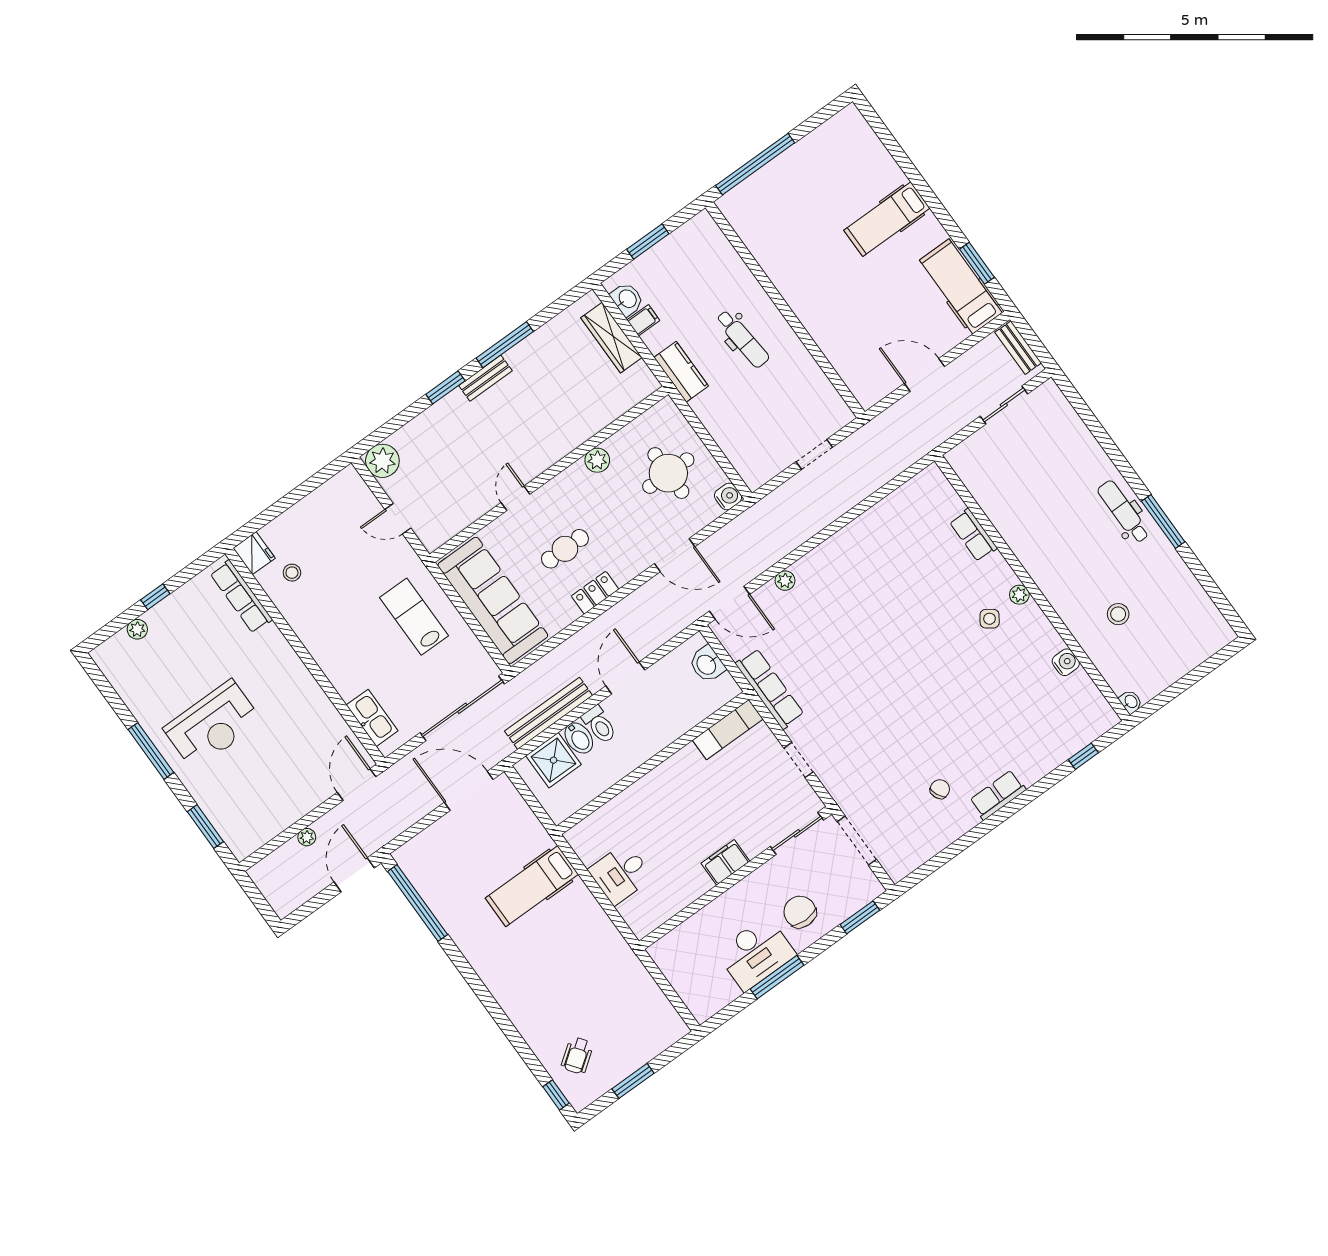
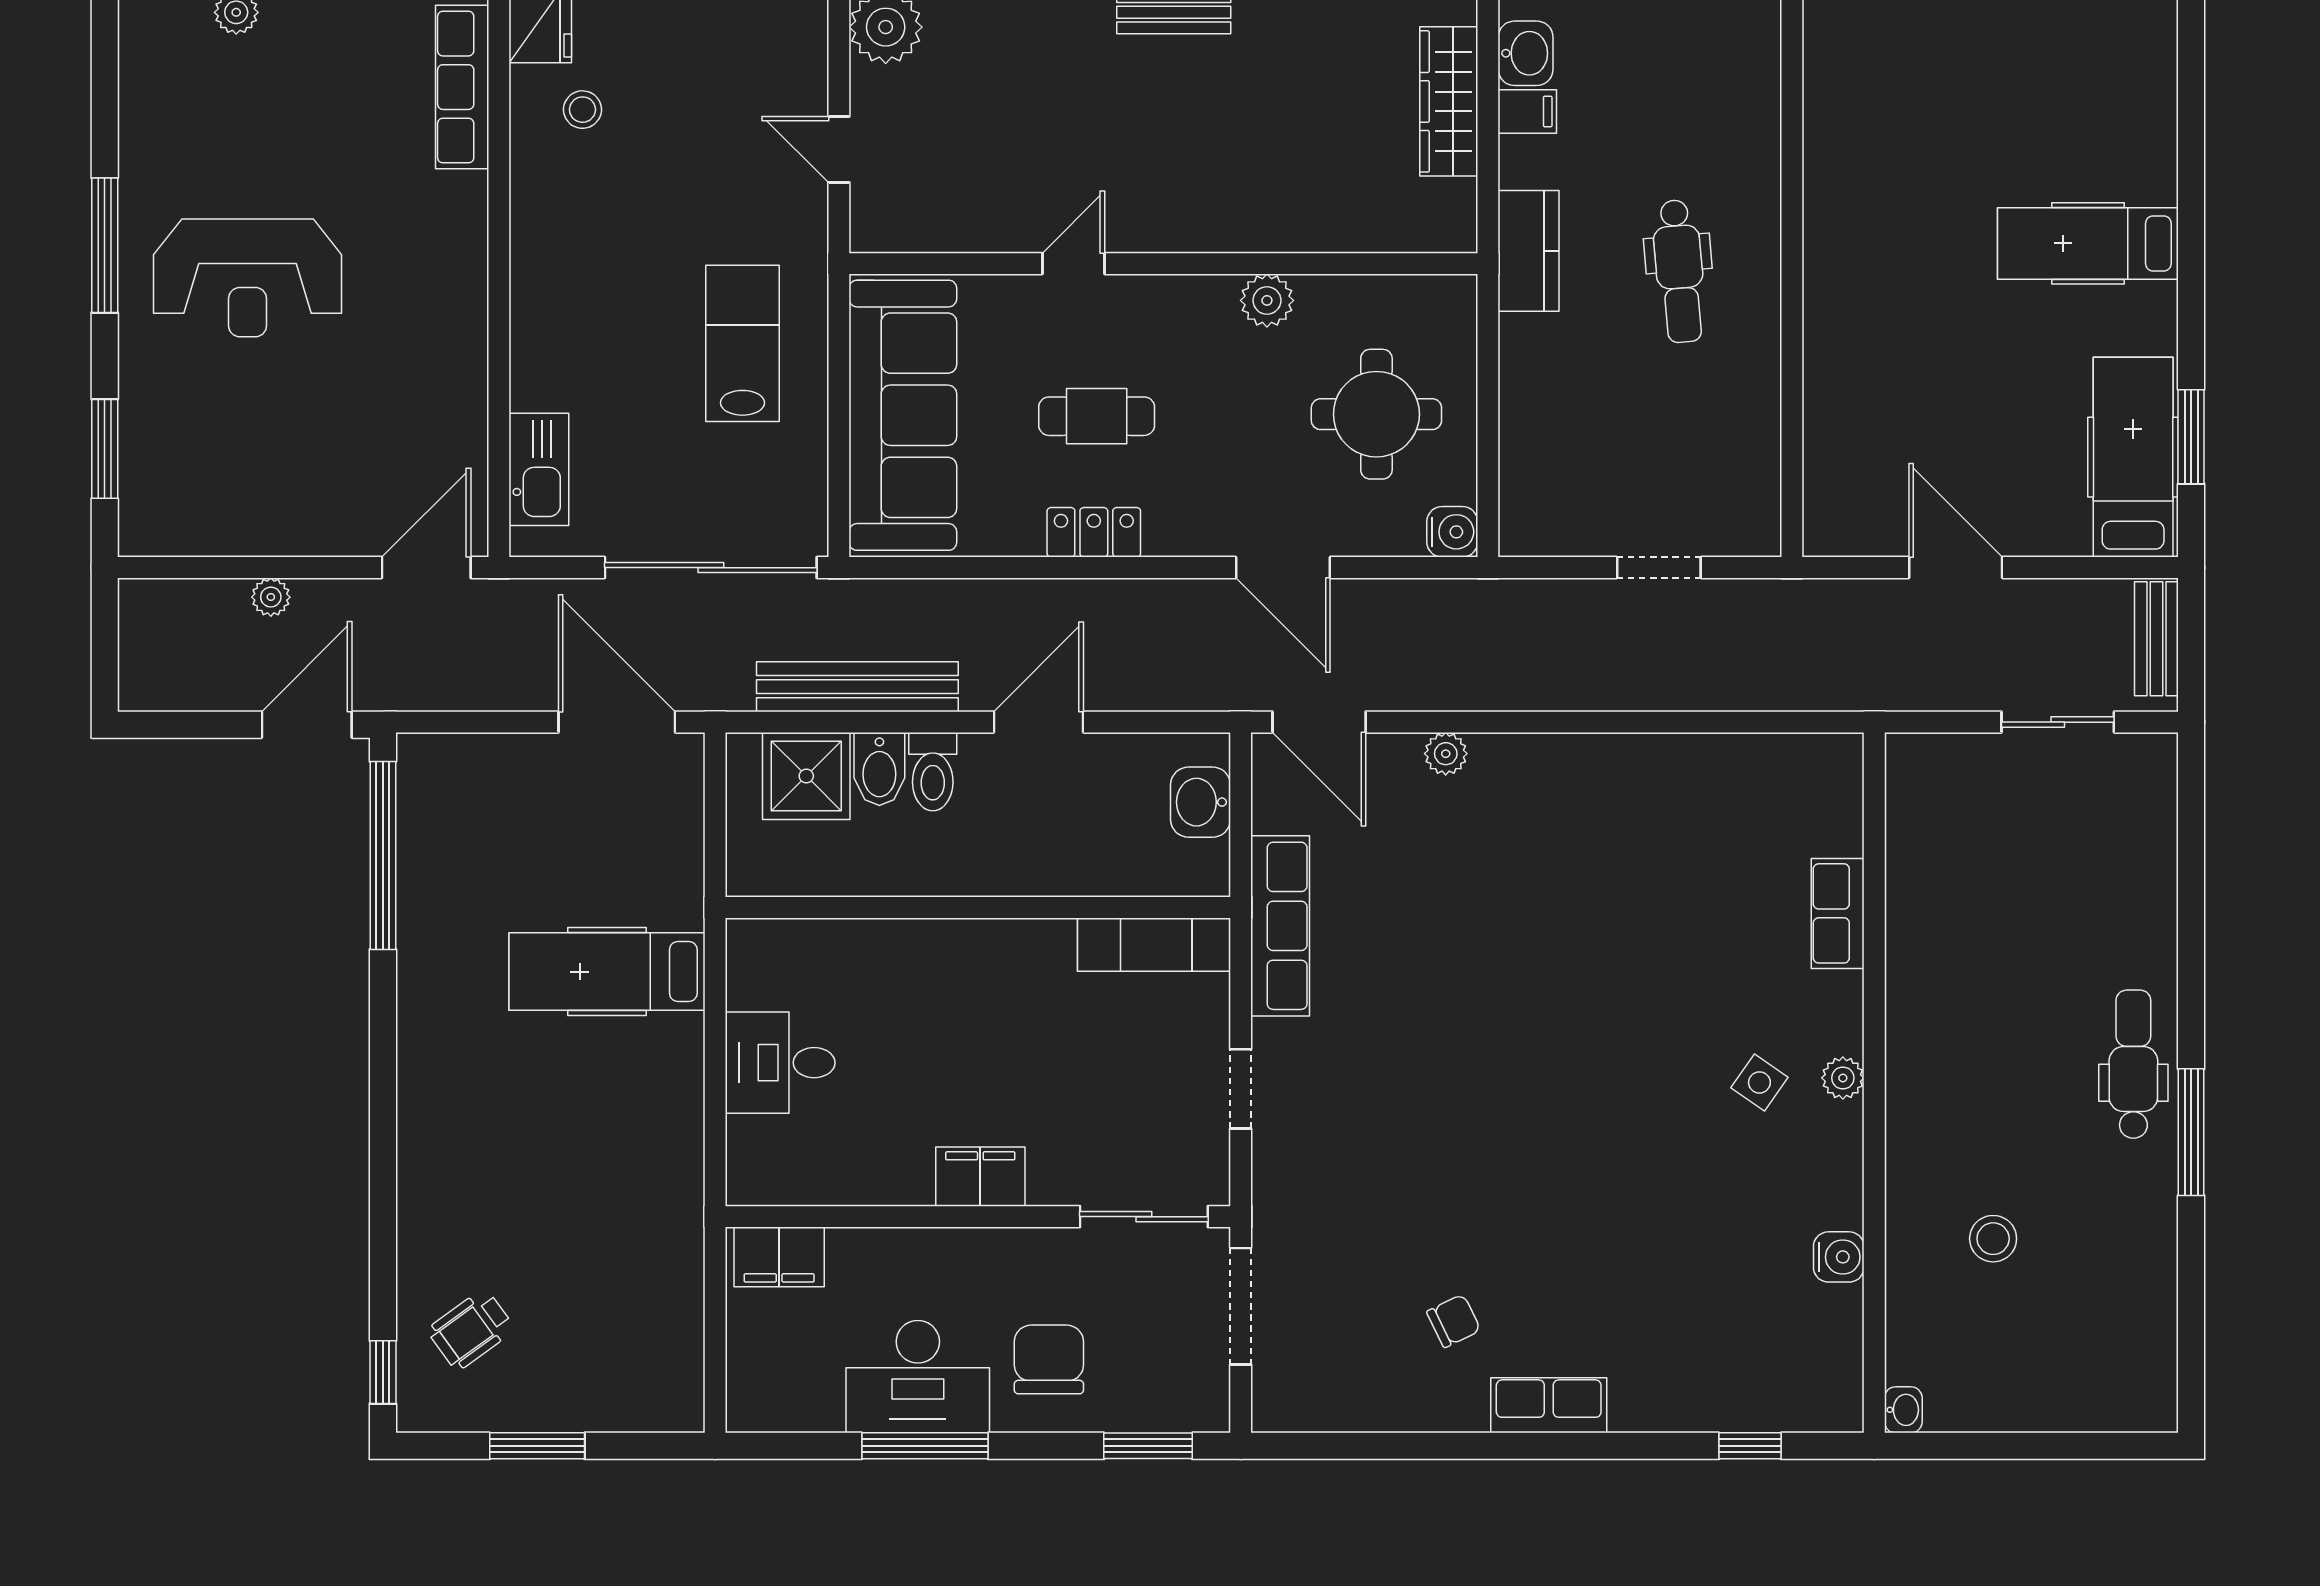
filing cabinet: (672, 946) -> (779, 1257), added

